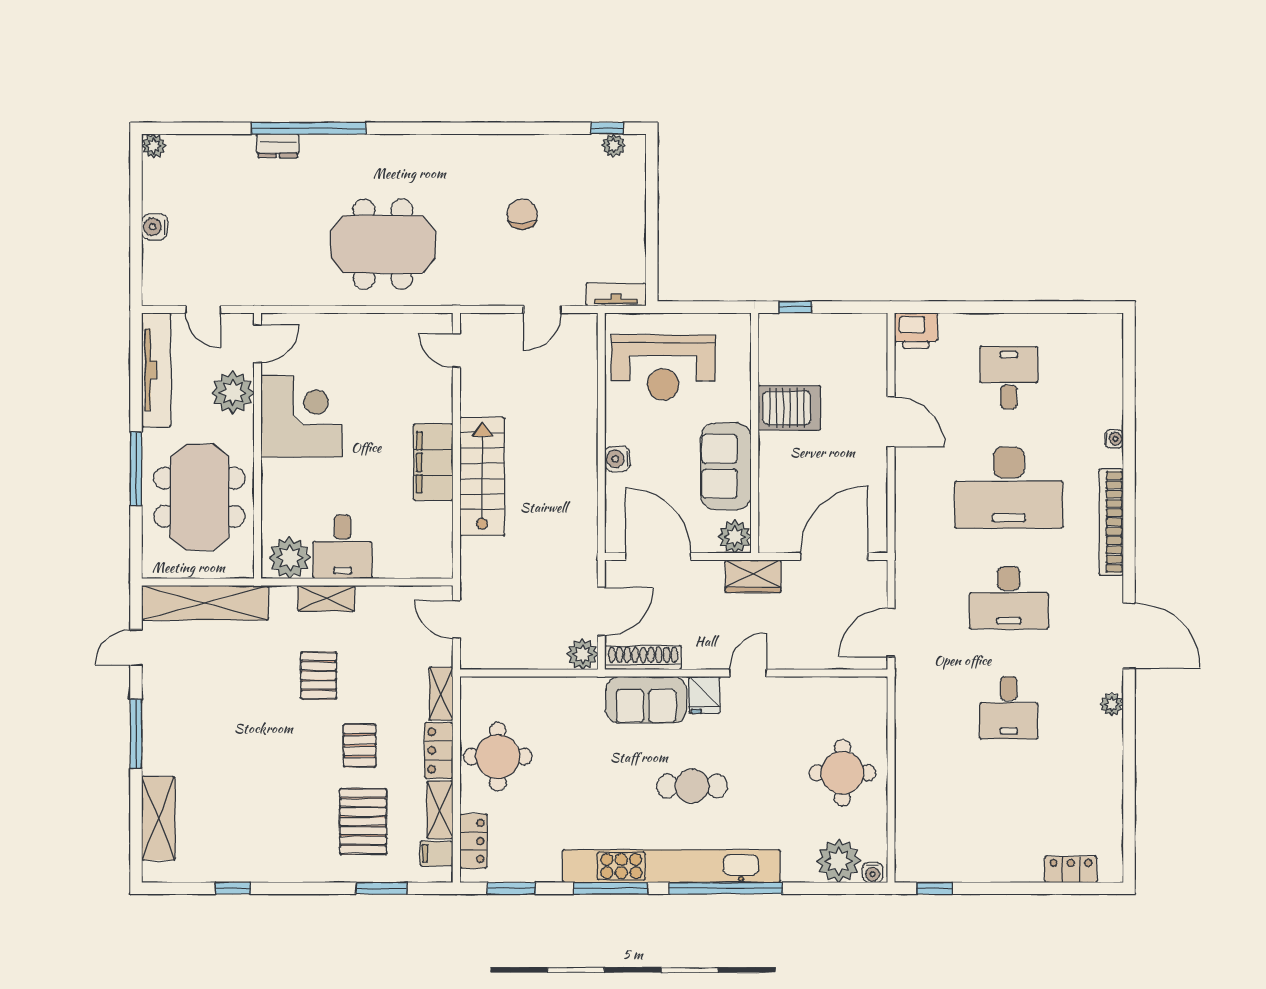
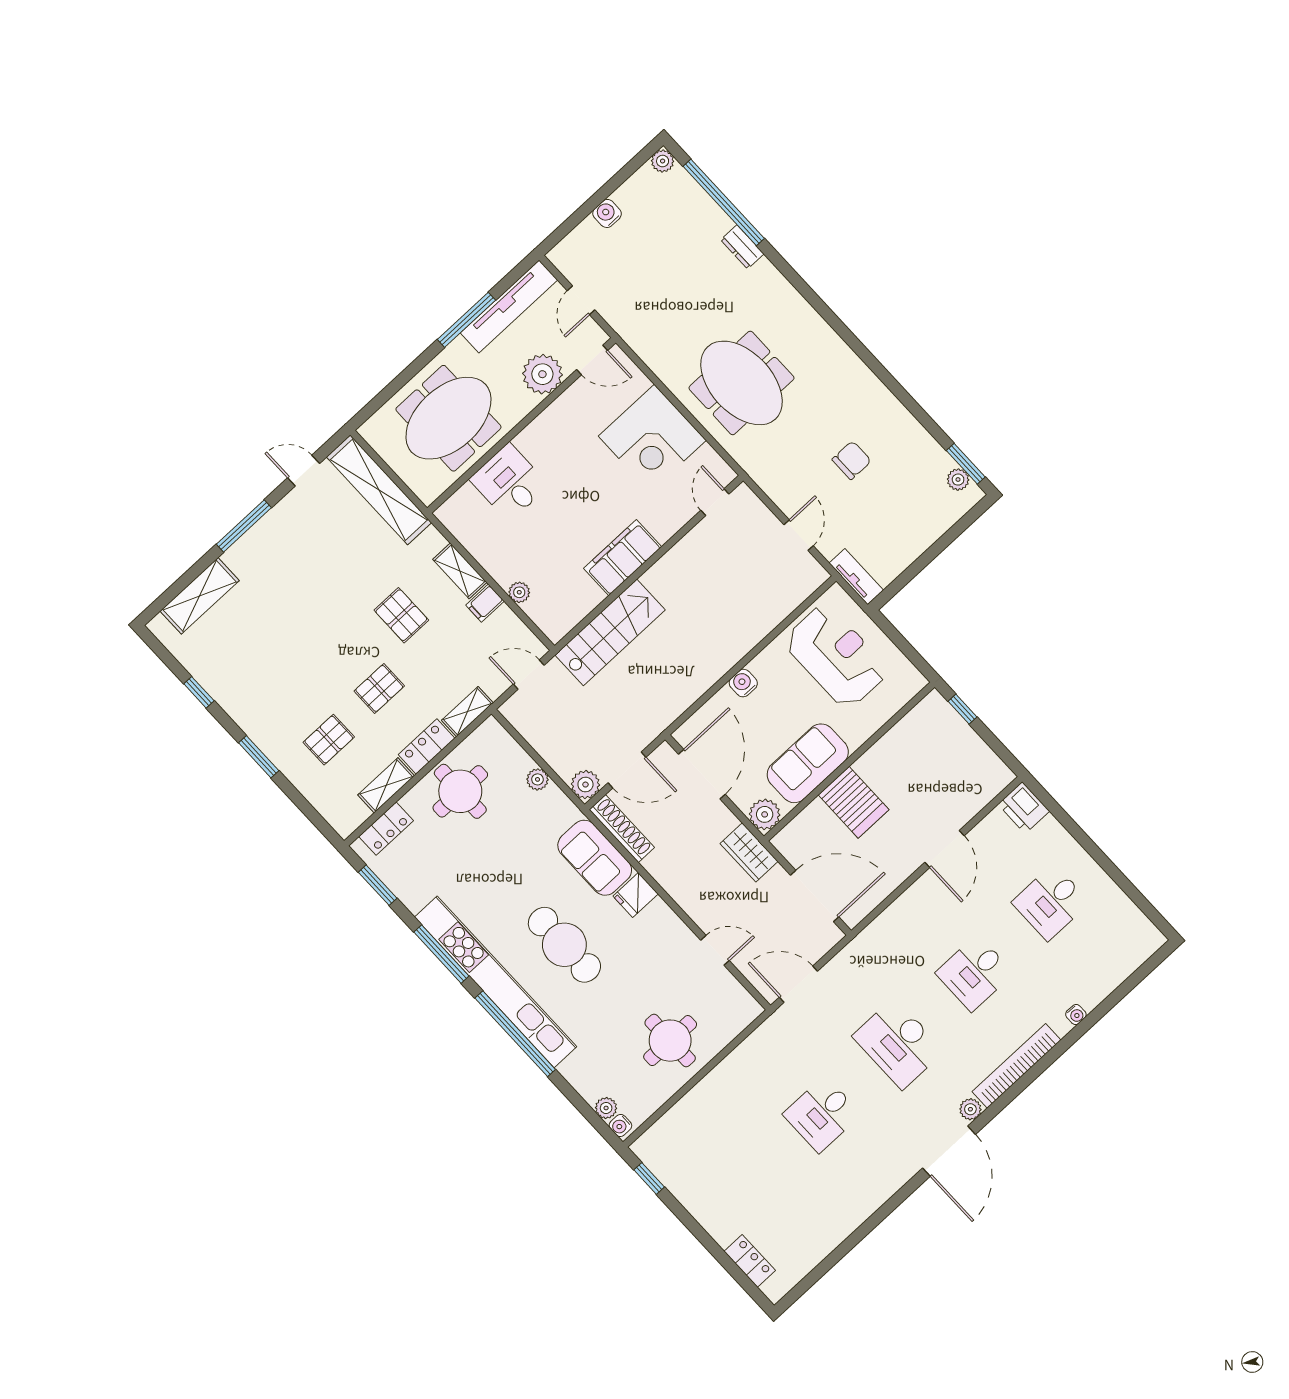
window: (309, 128) -> (724, 202), moved
window: (607, 128) -> (966, 464), width x1.50
door: (542, 309) -> (799, 535), swing flipped
reception desk: (663, 368) -> (836, 656), turned 180
desk: (1009, 378) -> (1051, 902), turned 180
server rack: (789, 408) -> (854, 802), moved
corner desk: (302, 417) -> (652, 438), moved, turned 90
window: (136, 469) -> (466, 320), moved
stairs: (482, 476) -> (610, 632), moved
desk: (1009, 488) -> (974, 973), width x0.53, depth x0.77
desk: (343, 547) -> (509, 482), moved, turned 90
plant: (290, 558) -> (519, 592), moved, width x0.53, depth x0.53
door: (456, 619) -> (529, 675), hinge flipped
door: (748, 673) -> (715, 950), moved
pallet: (319, 676) -> (401, 615), turned 90
plant: (544, 688) -> (538, 779), added
plant: (1112, 704) -> (970, 1109), moved
cafe table: (692, 786) -> (564, 945), width x1.37, depth x1.35
pallet: (363, 821) -> (329, 740), width x0.67, depth x0.71
filing cabinet: (436, 853) -> (485, 603), moved, turned -90
plant: (839, 861) -> (606, 1108), width x0.53, depth x0.53
window: (381, 888) -> (259, 757), moved

